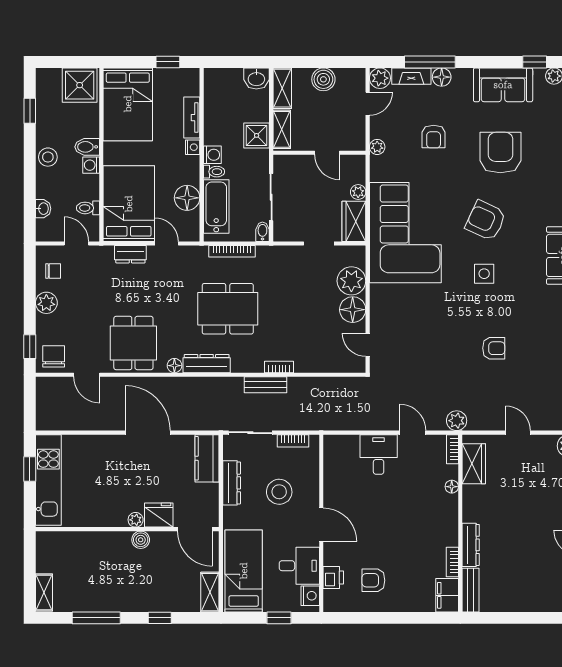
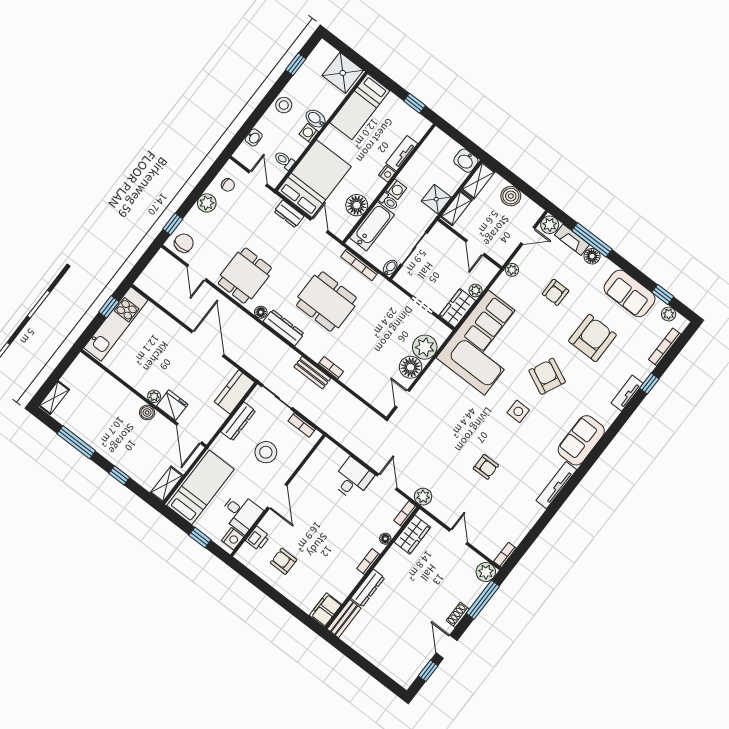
bed: (128, 104) -> (360, 107), width x0.67
bookcase: (452, 562) -> (368, 562), moved

